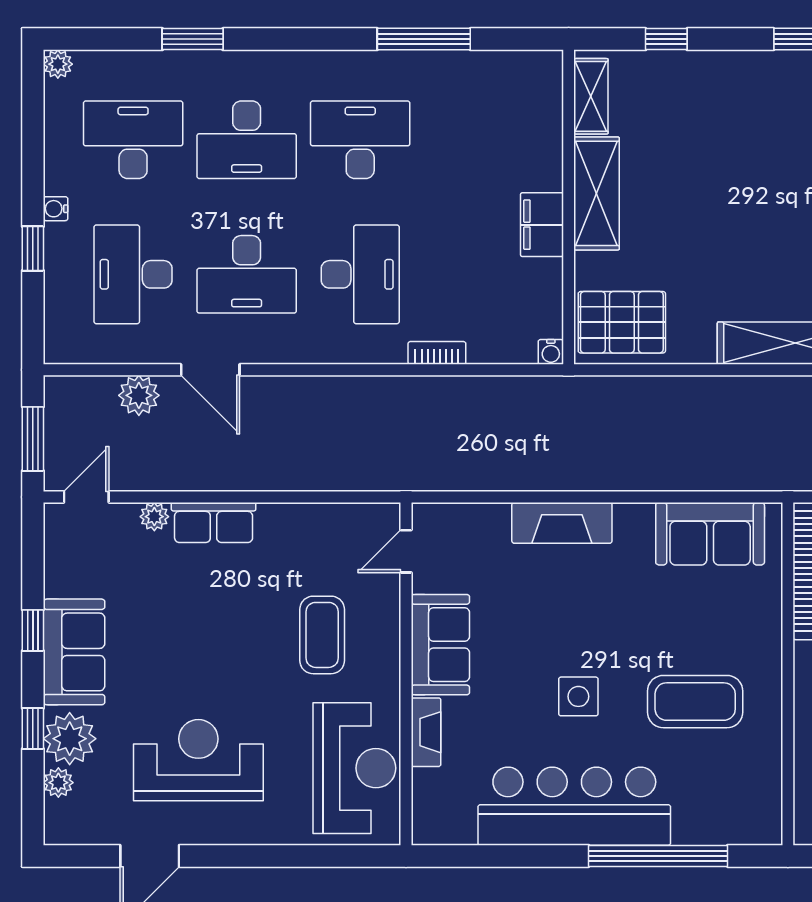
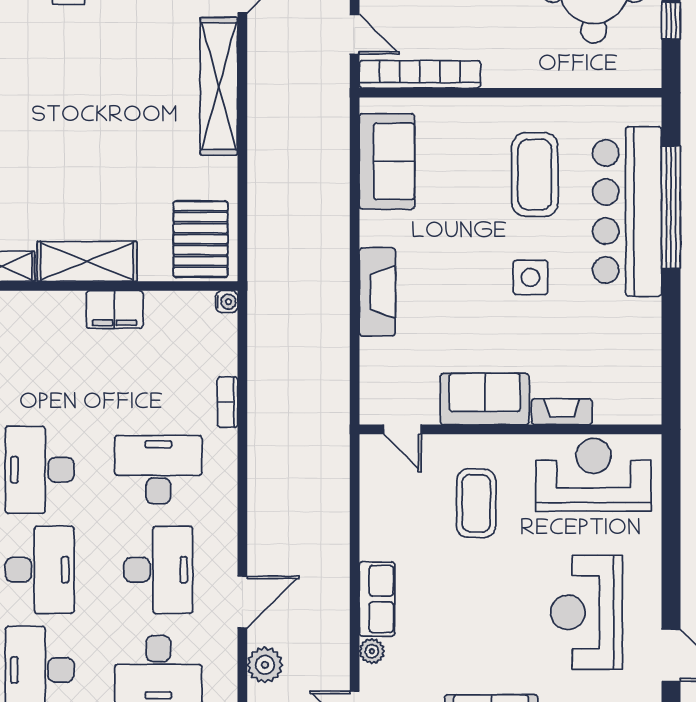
coffee table: (322, 635) -> (476, 503), turned 90
bar counter: (574, 806) -> (627, 212), moved

